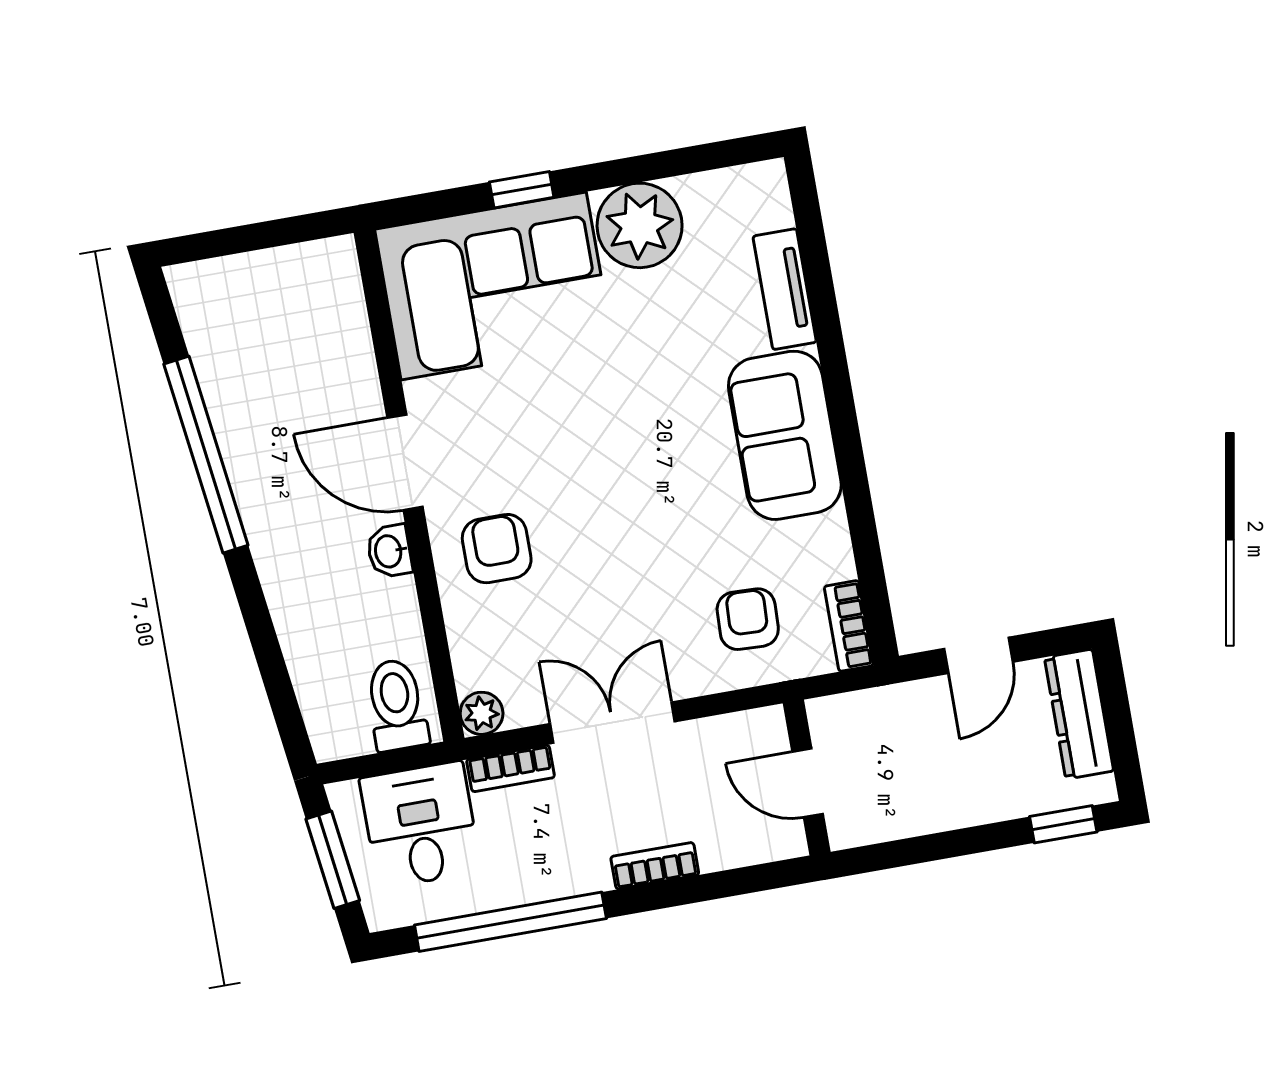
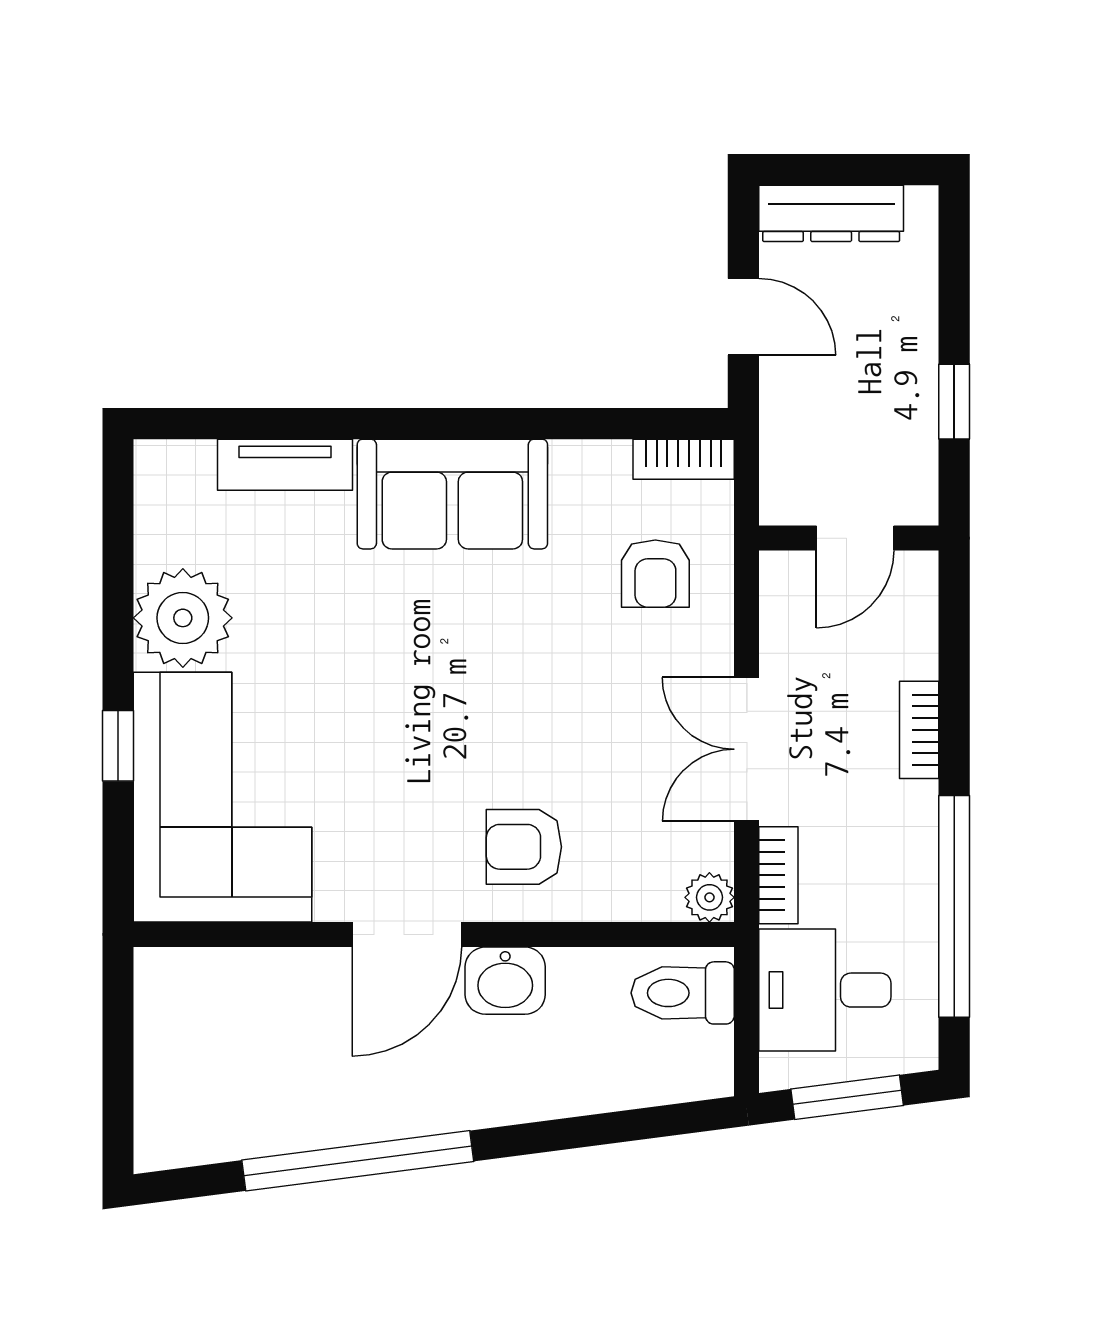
washbasin: (389, 551) -> (505, 981), width x1.38, depth x1.45
armchair: (748, 619) -> (655, 574), turned -92
window: (1063, 824) -> (954, 402), moved

